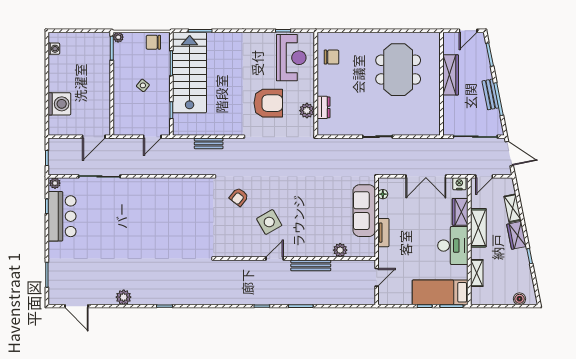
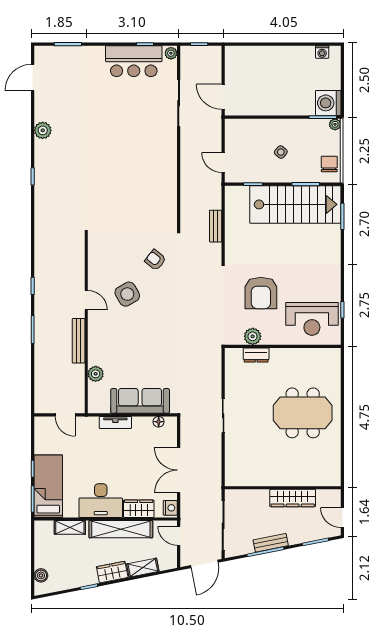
chair: (331, 57) -> (313, 364), removed
meeting table: (398, 70) -> (303, 413), moved
washing machine: (59, 104) -> (328, 103), moved, turned 90
shelving: (478, 228) -> (121, 529), width x1.47

